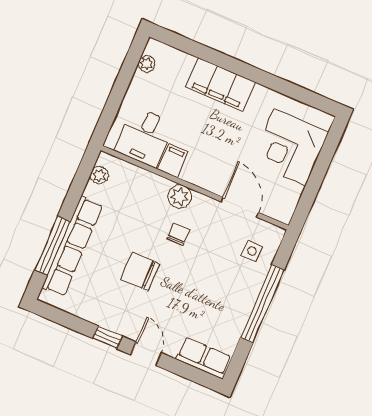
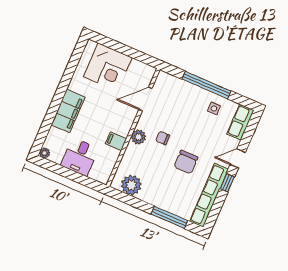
plant: (147, 64) -> (45, 153), moved
desk: (145, 137) -> (80, 157), moved, turned 90
plant: (99, 175) -> (131, 185), width x1.88, depth x1.88
row of seats: (72, 246) -> (209, 195), moved, turned -90
side table: (252, 251) -> (214, 108), moved

